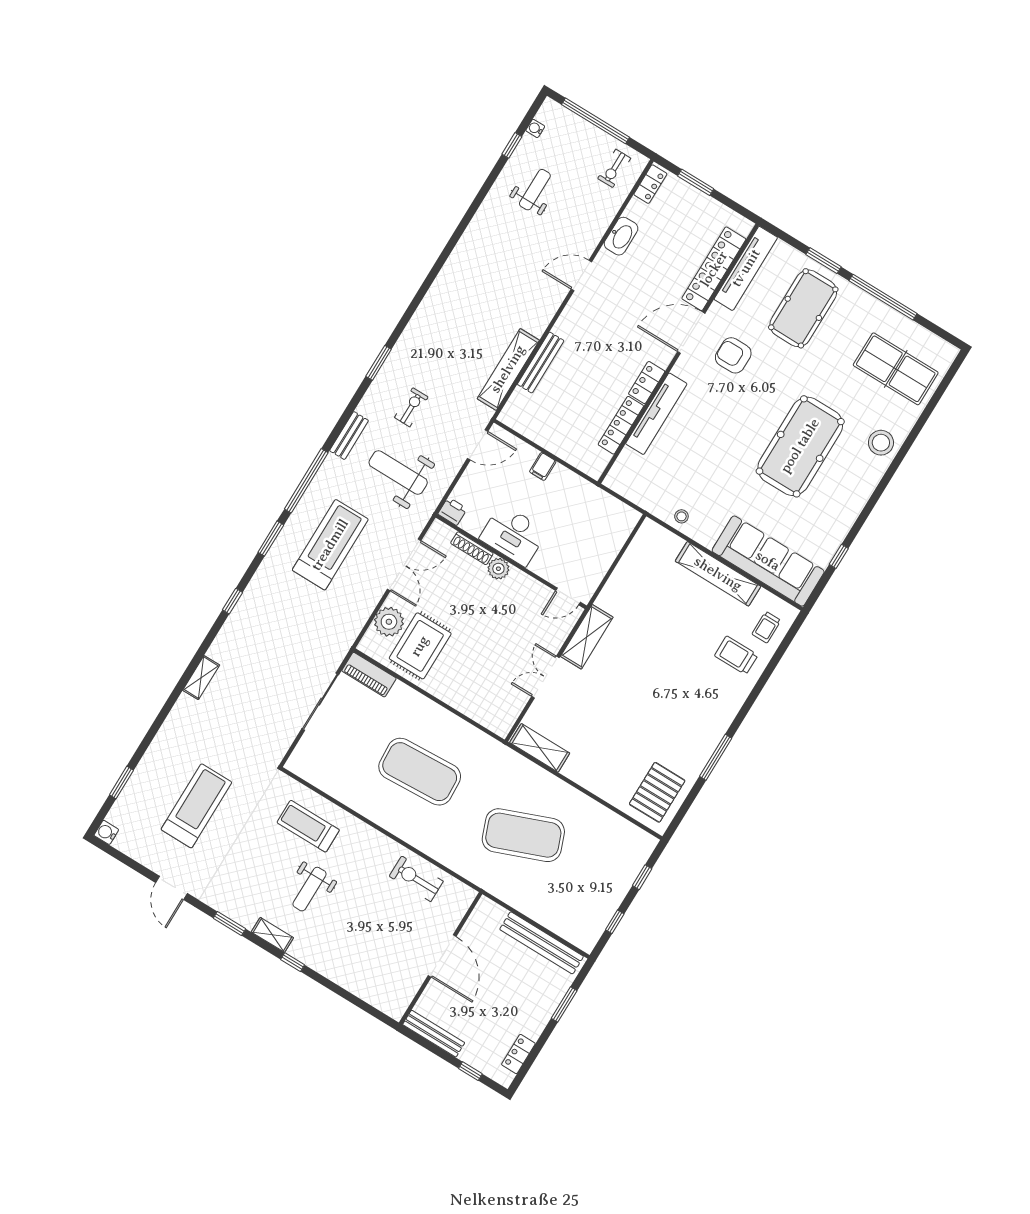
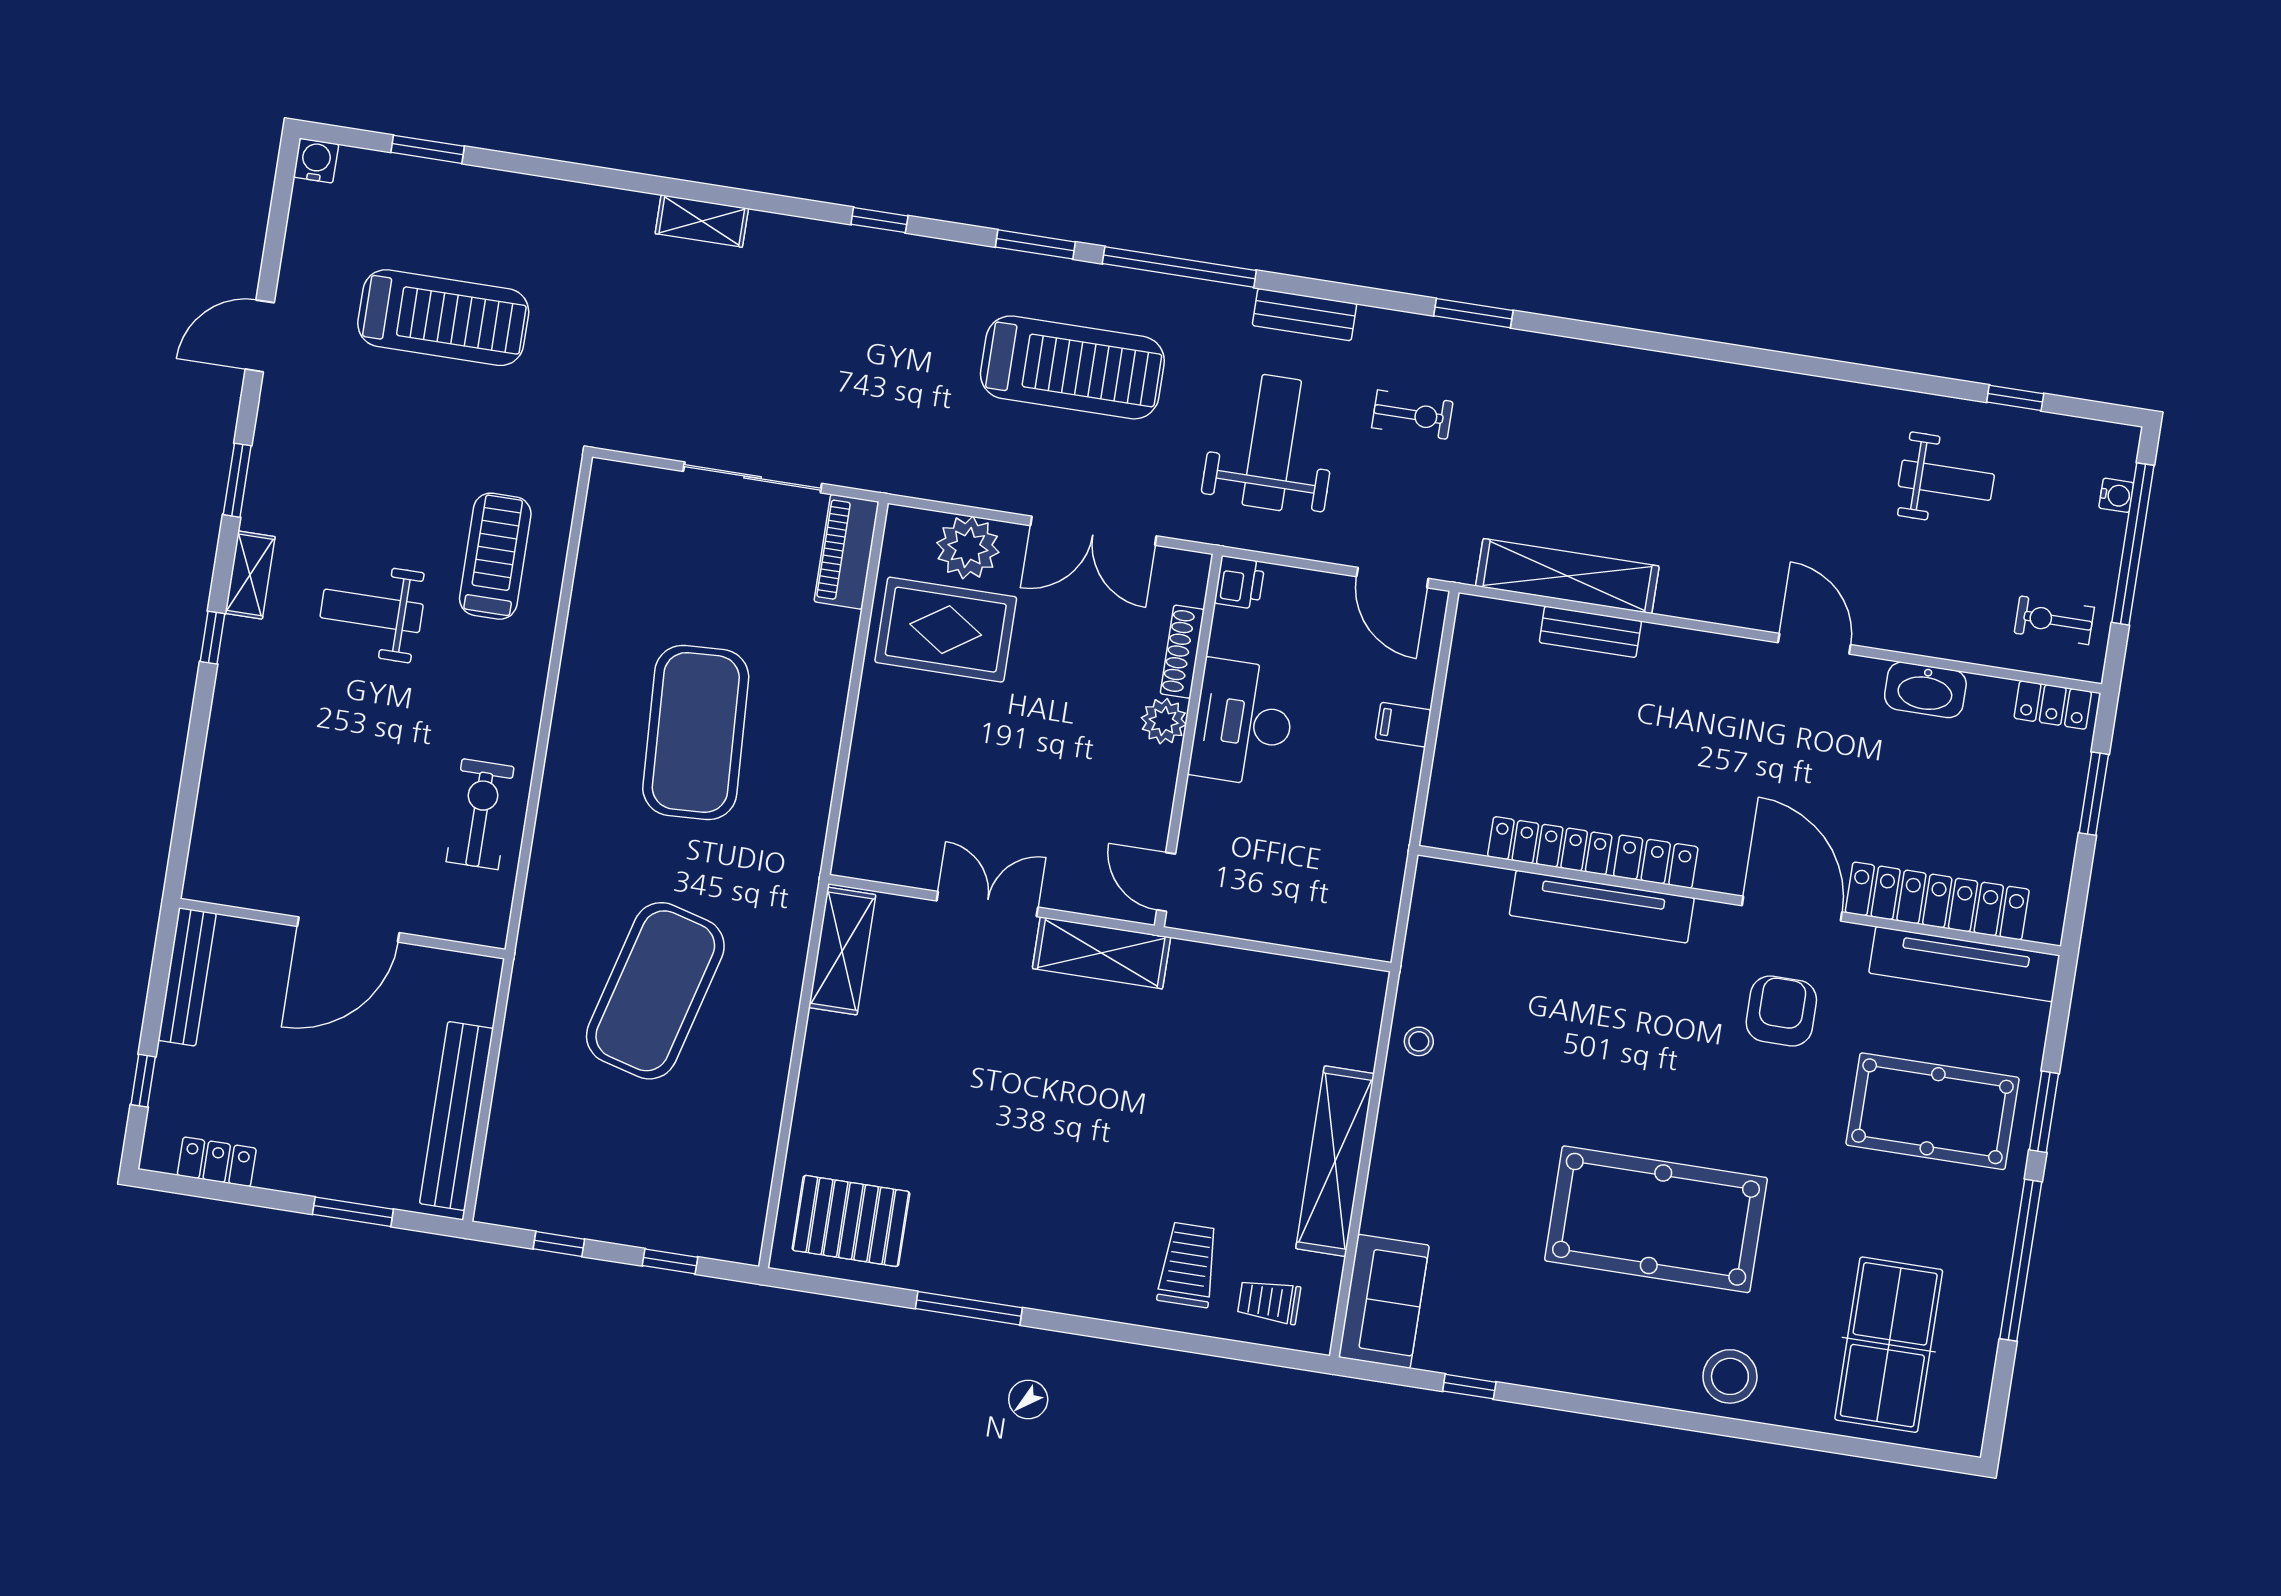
water cooler: (535, 128) -> (2116, 495), moved, turned 90
bench: (541, 363) -> (1590, 632), width x0.73
sofa: (768, 561) -> (1384, 1301), width x0.54, depth x0.79
exercise mat: (523, 835) -> (655, 991), turned 36

